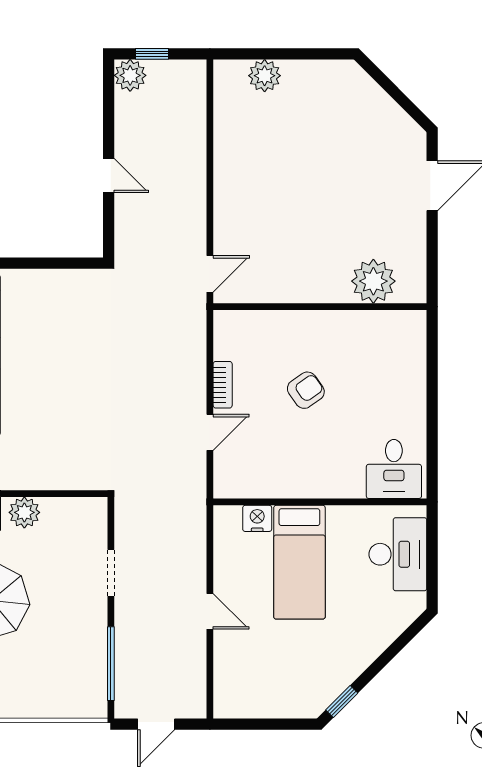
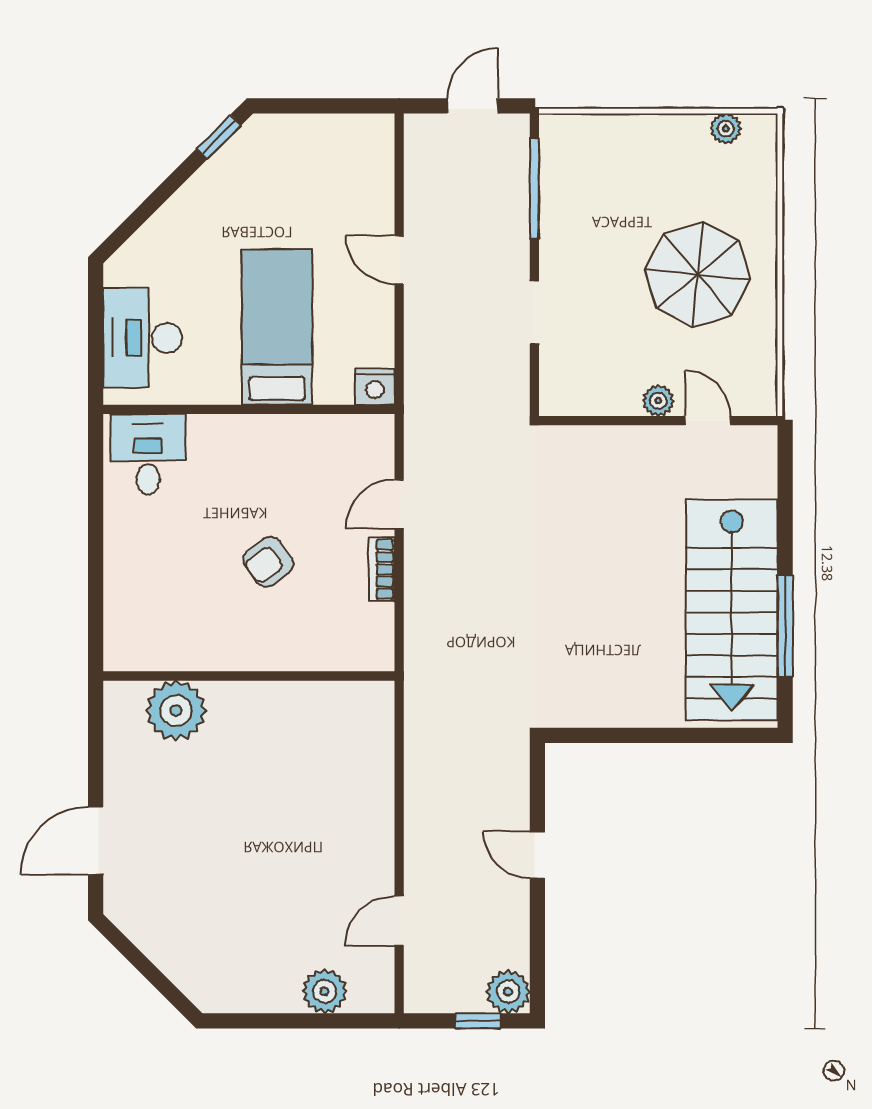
door: (210, 274) -> (399, 921), moved
plant: (24, 512) -> (658, 401), width x0.73, depth x0.73
nightstand: (257, 518) -> (375, 387), moved

